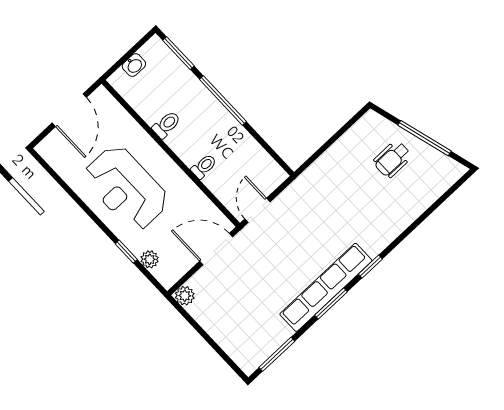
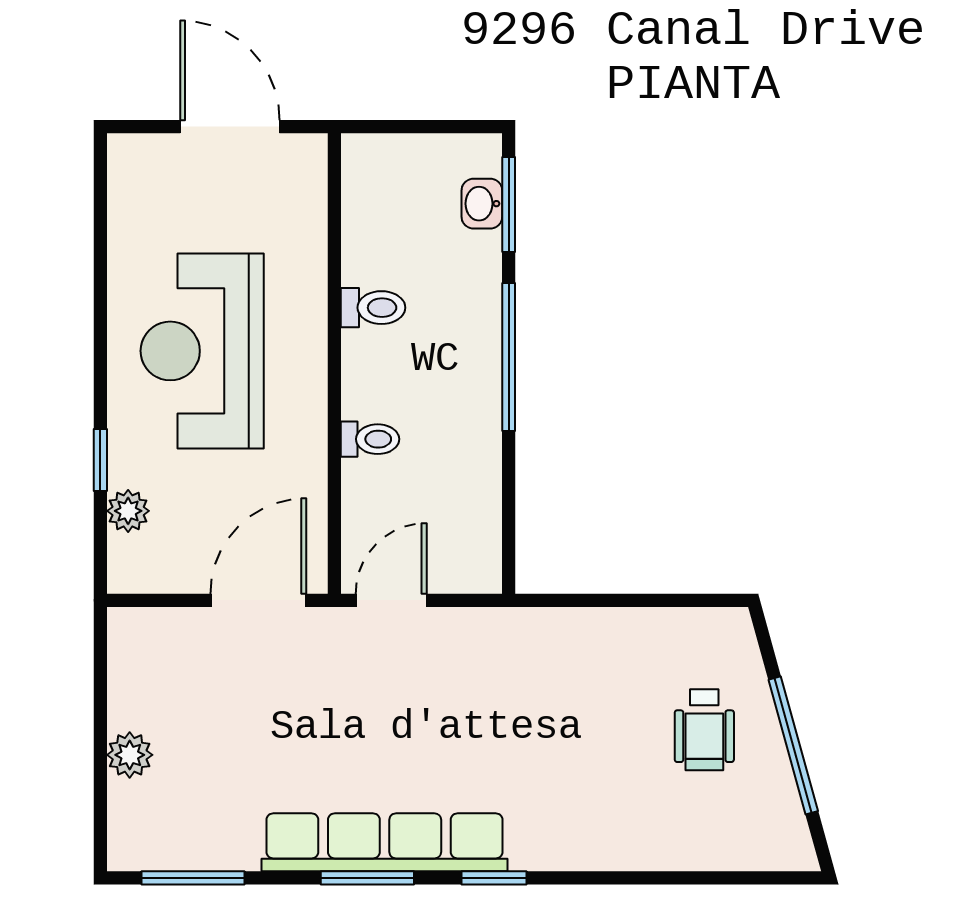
washbasin: (134, 65) -> (482, 204), moved, turned 90
door: (69, 110) -> (230, 127), swing flipped
wheelchair: (392, 159) -> (704, 730), turned -90
door: (216, 249) -> (258, 600), hinge flipped
plant: (185, 296) -> (130, 755), moved

